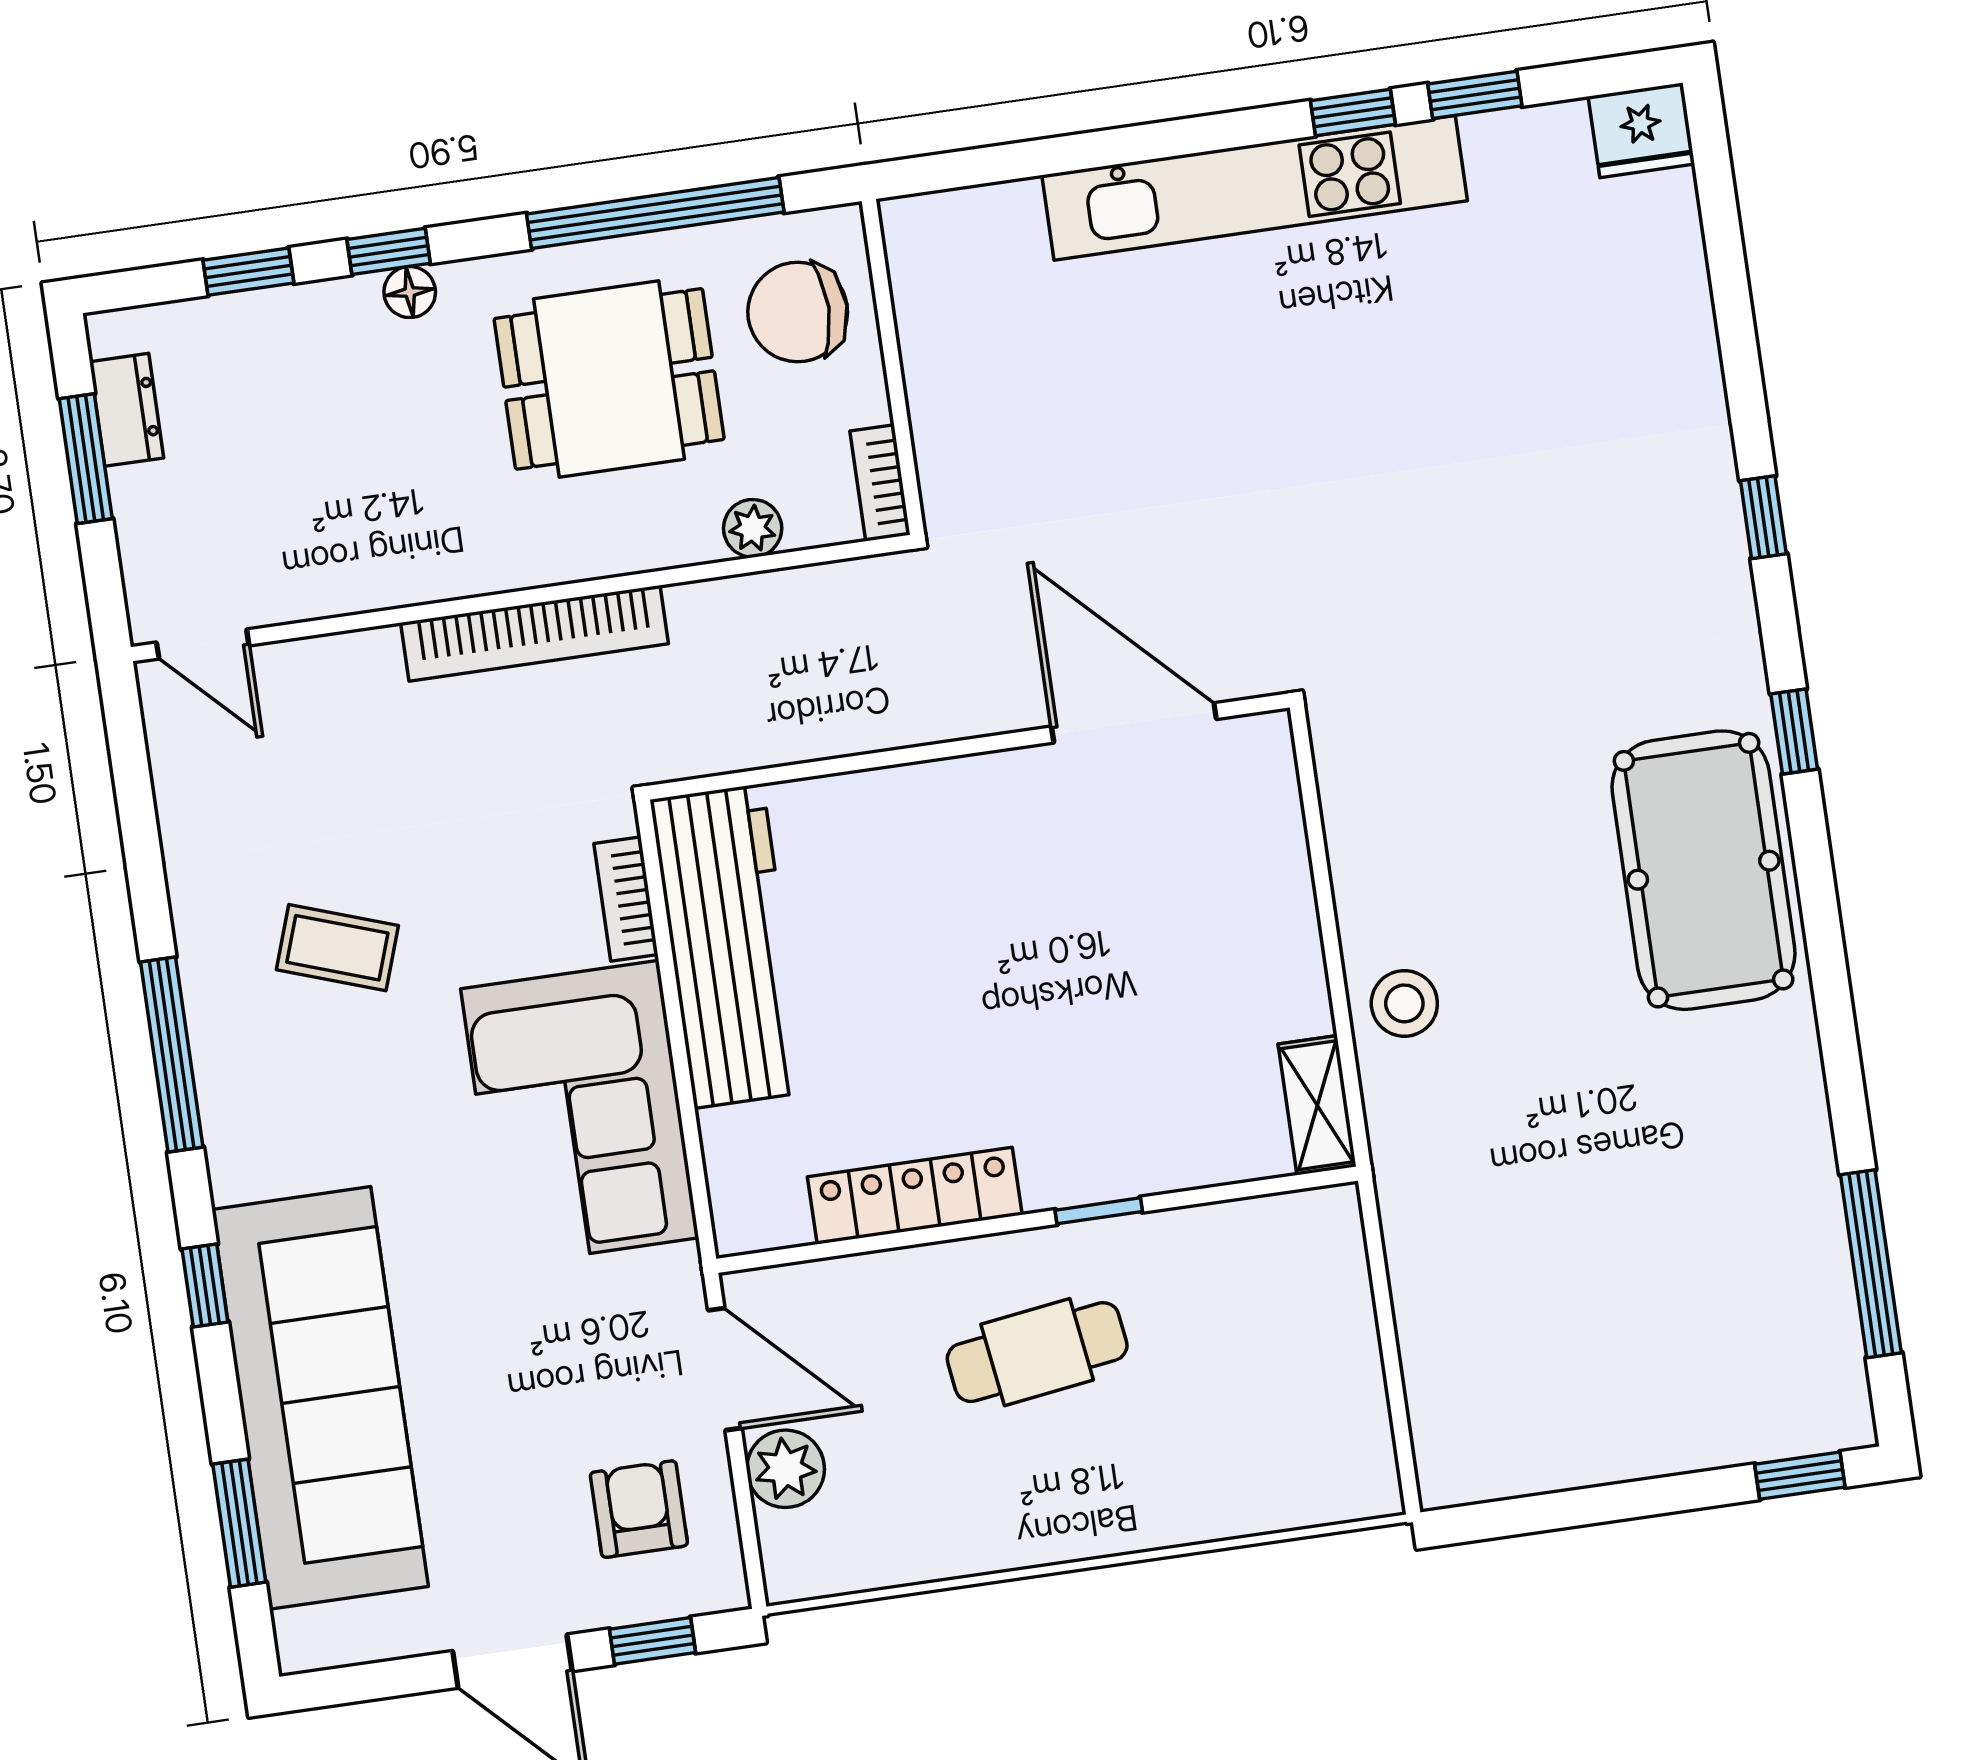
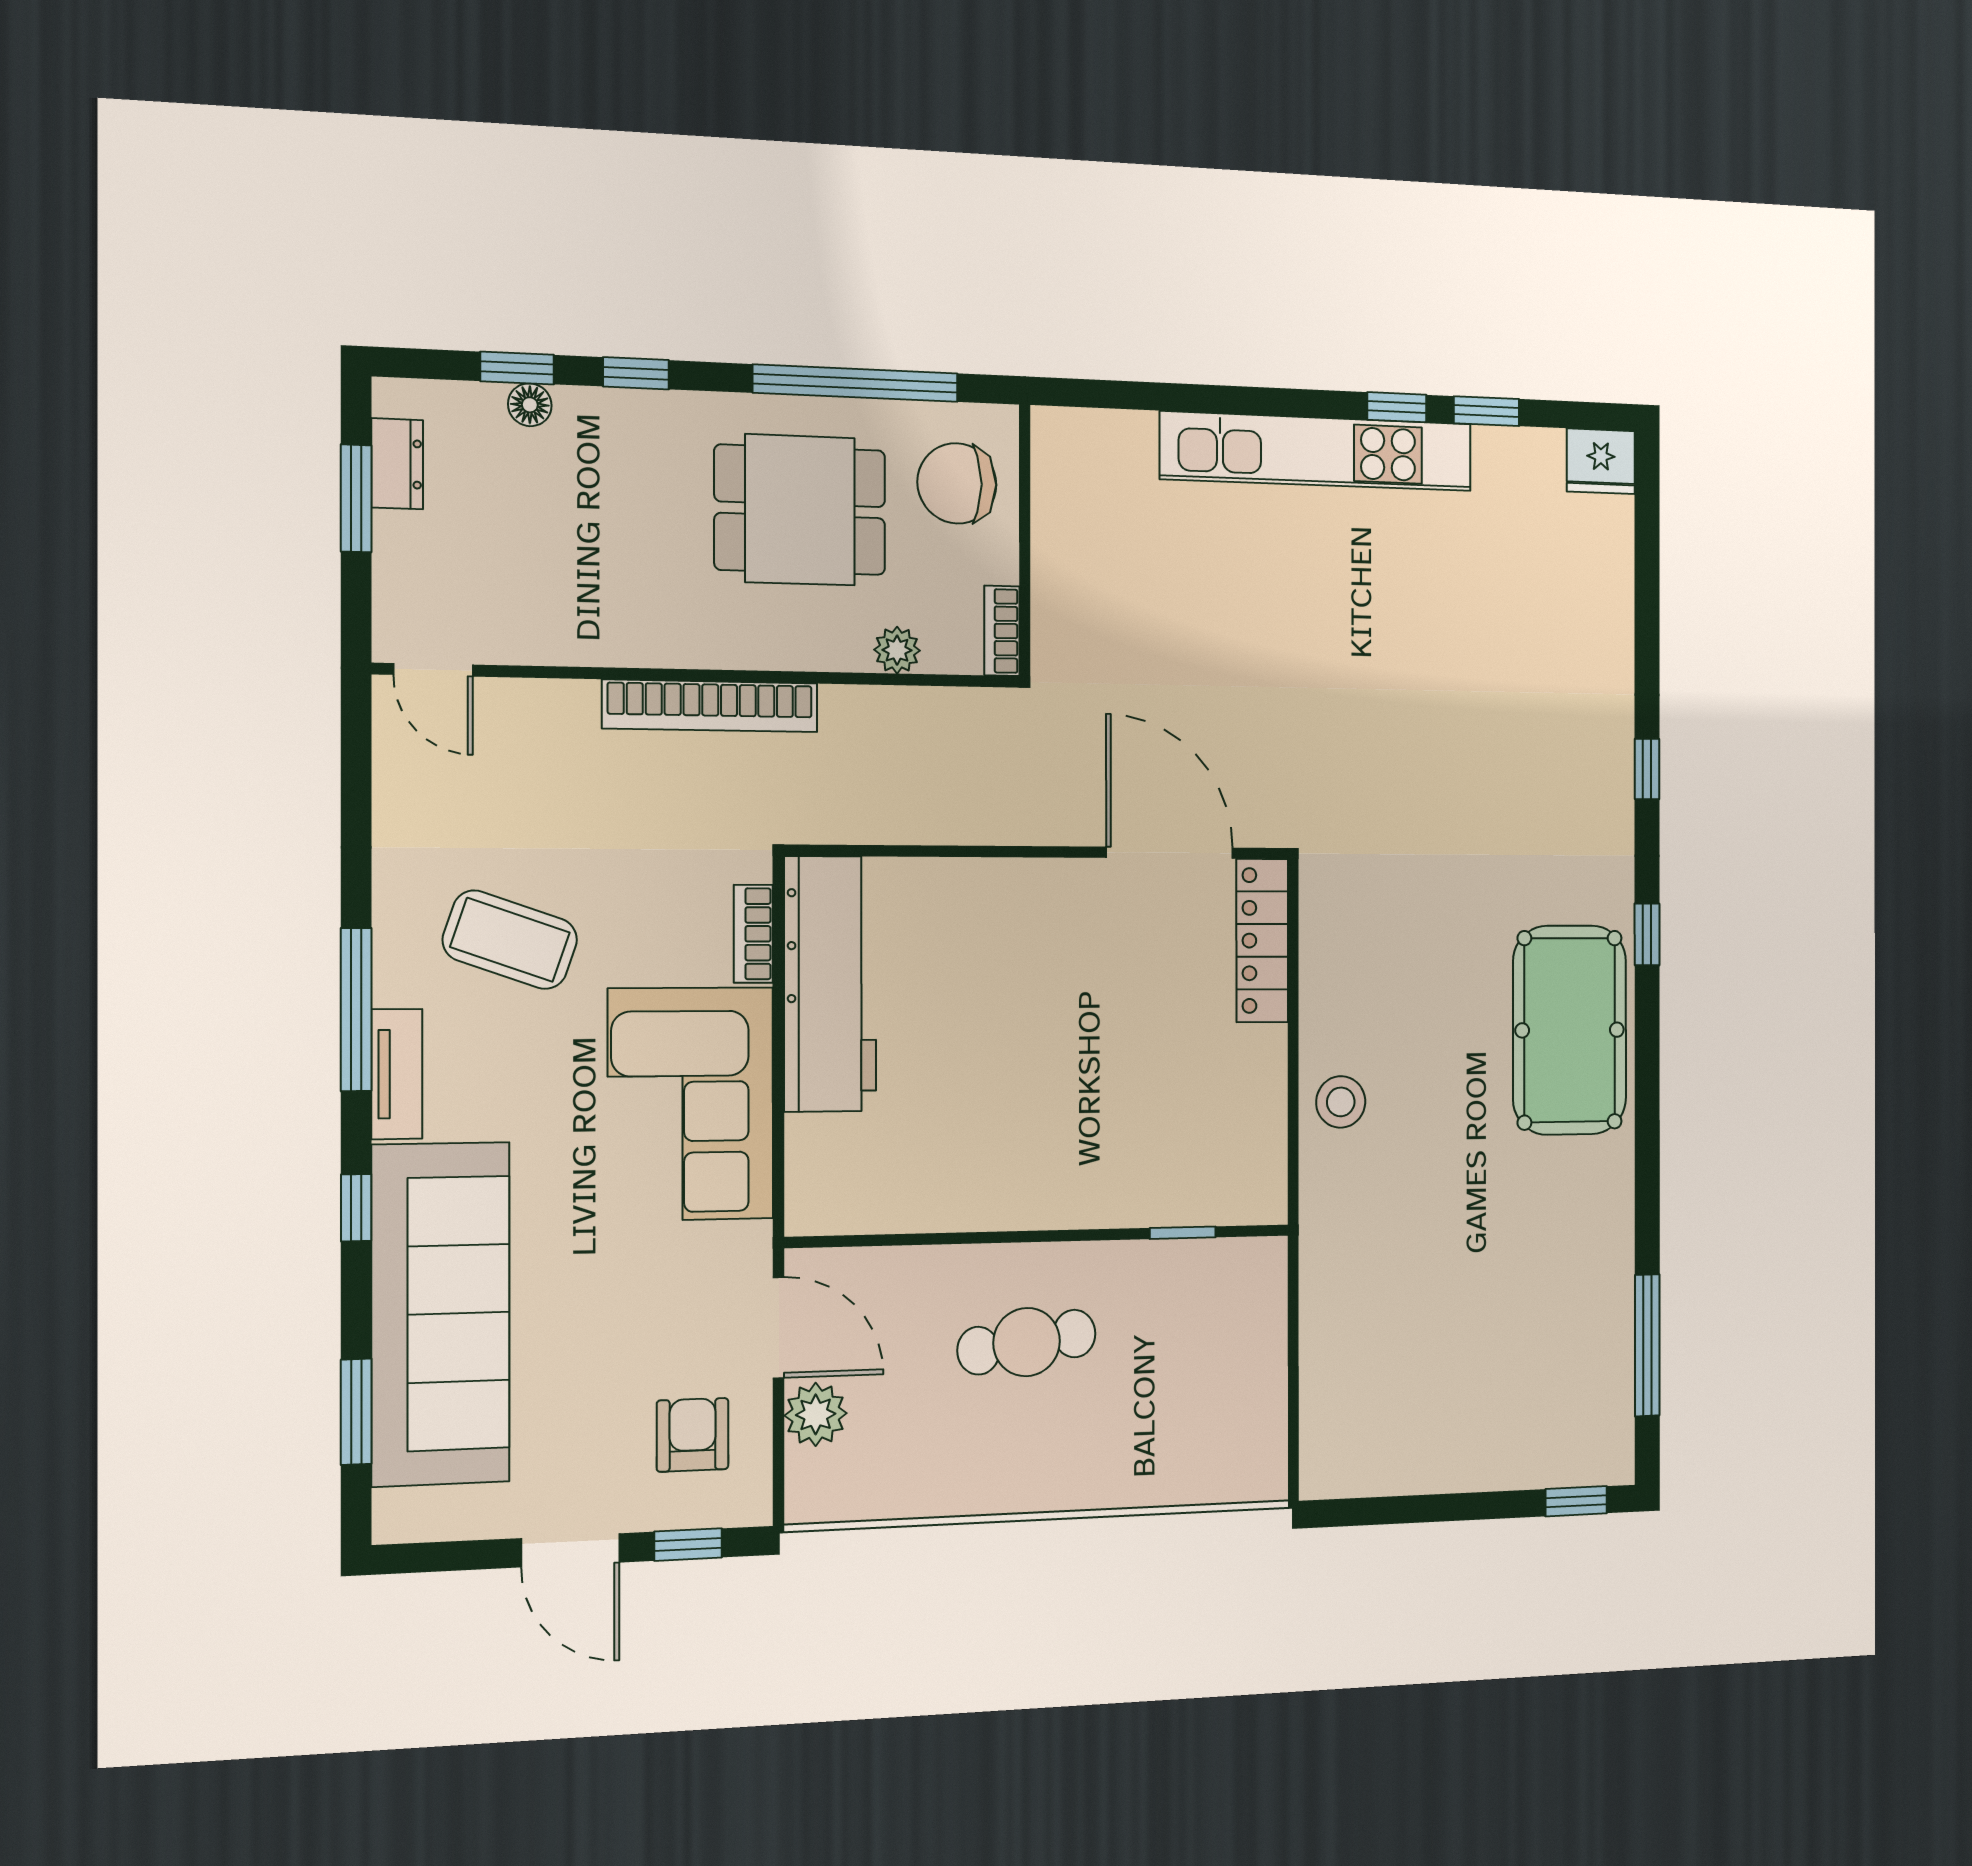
floor lamp: (410, 292) -> (530, 405), moved
coffee table: (337, 948) -> (510, 940), width x1.36, depth x1.30
shelving: (1317, 1105) -> (1266, 1173), removed
tv unit: (229, 1123) -> (397, 1074), added
locker: (915, 1196) -> (1262, 941), moved, turned -90
window: (1099, 1211) -> (1183, 1233), moved

